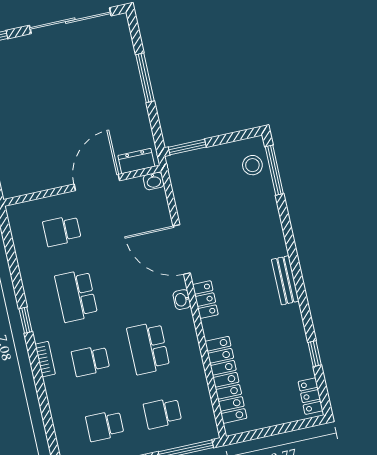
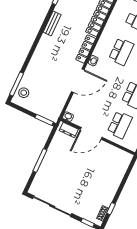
school desk: (62, 231) -> (120, 125), width x1.85
door: (182, 250) -> (78, 81), hinge flipped
bench: (285, 280) -> (52, 23), moved
locker: (205, 300) -> (86, 49), width x1.53

